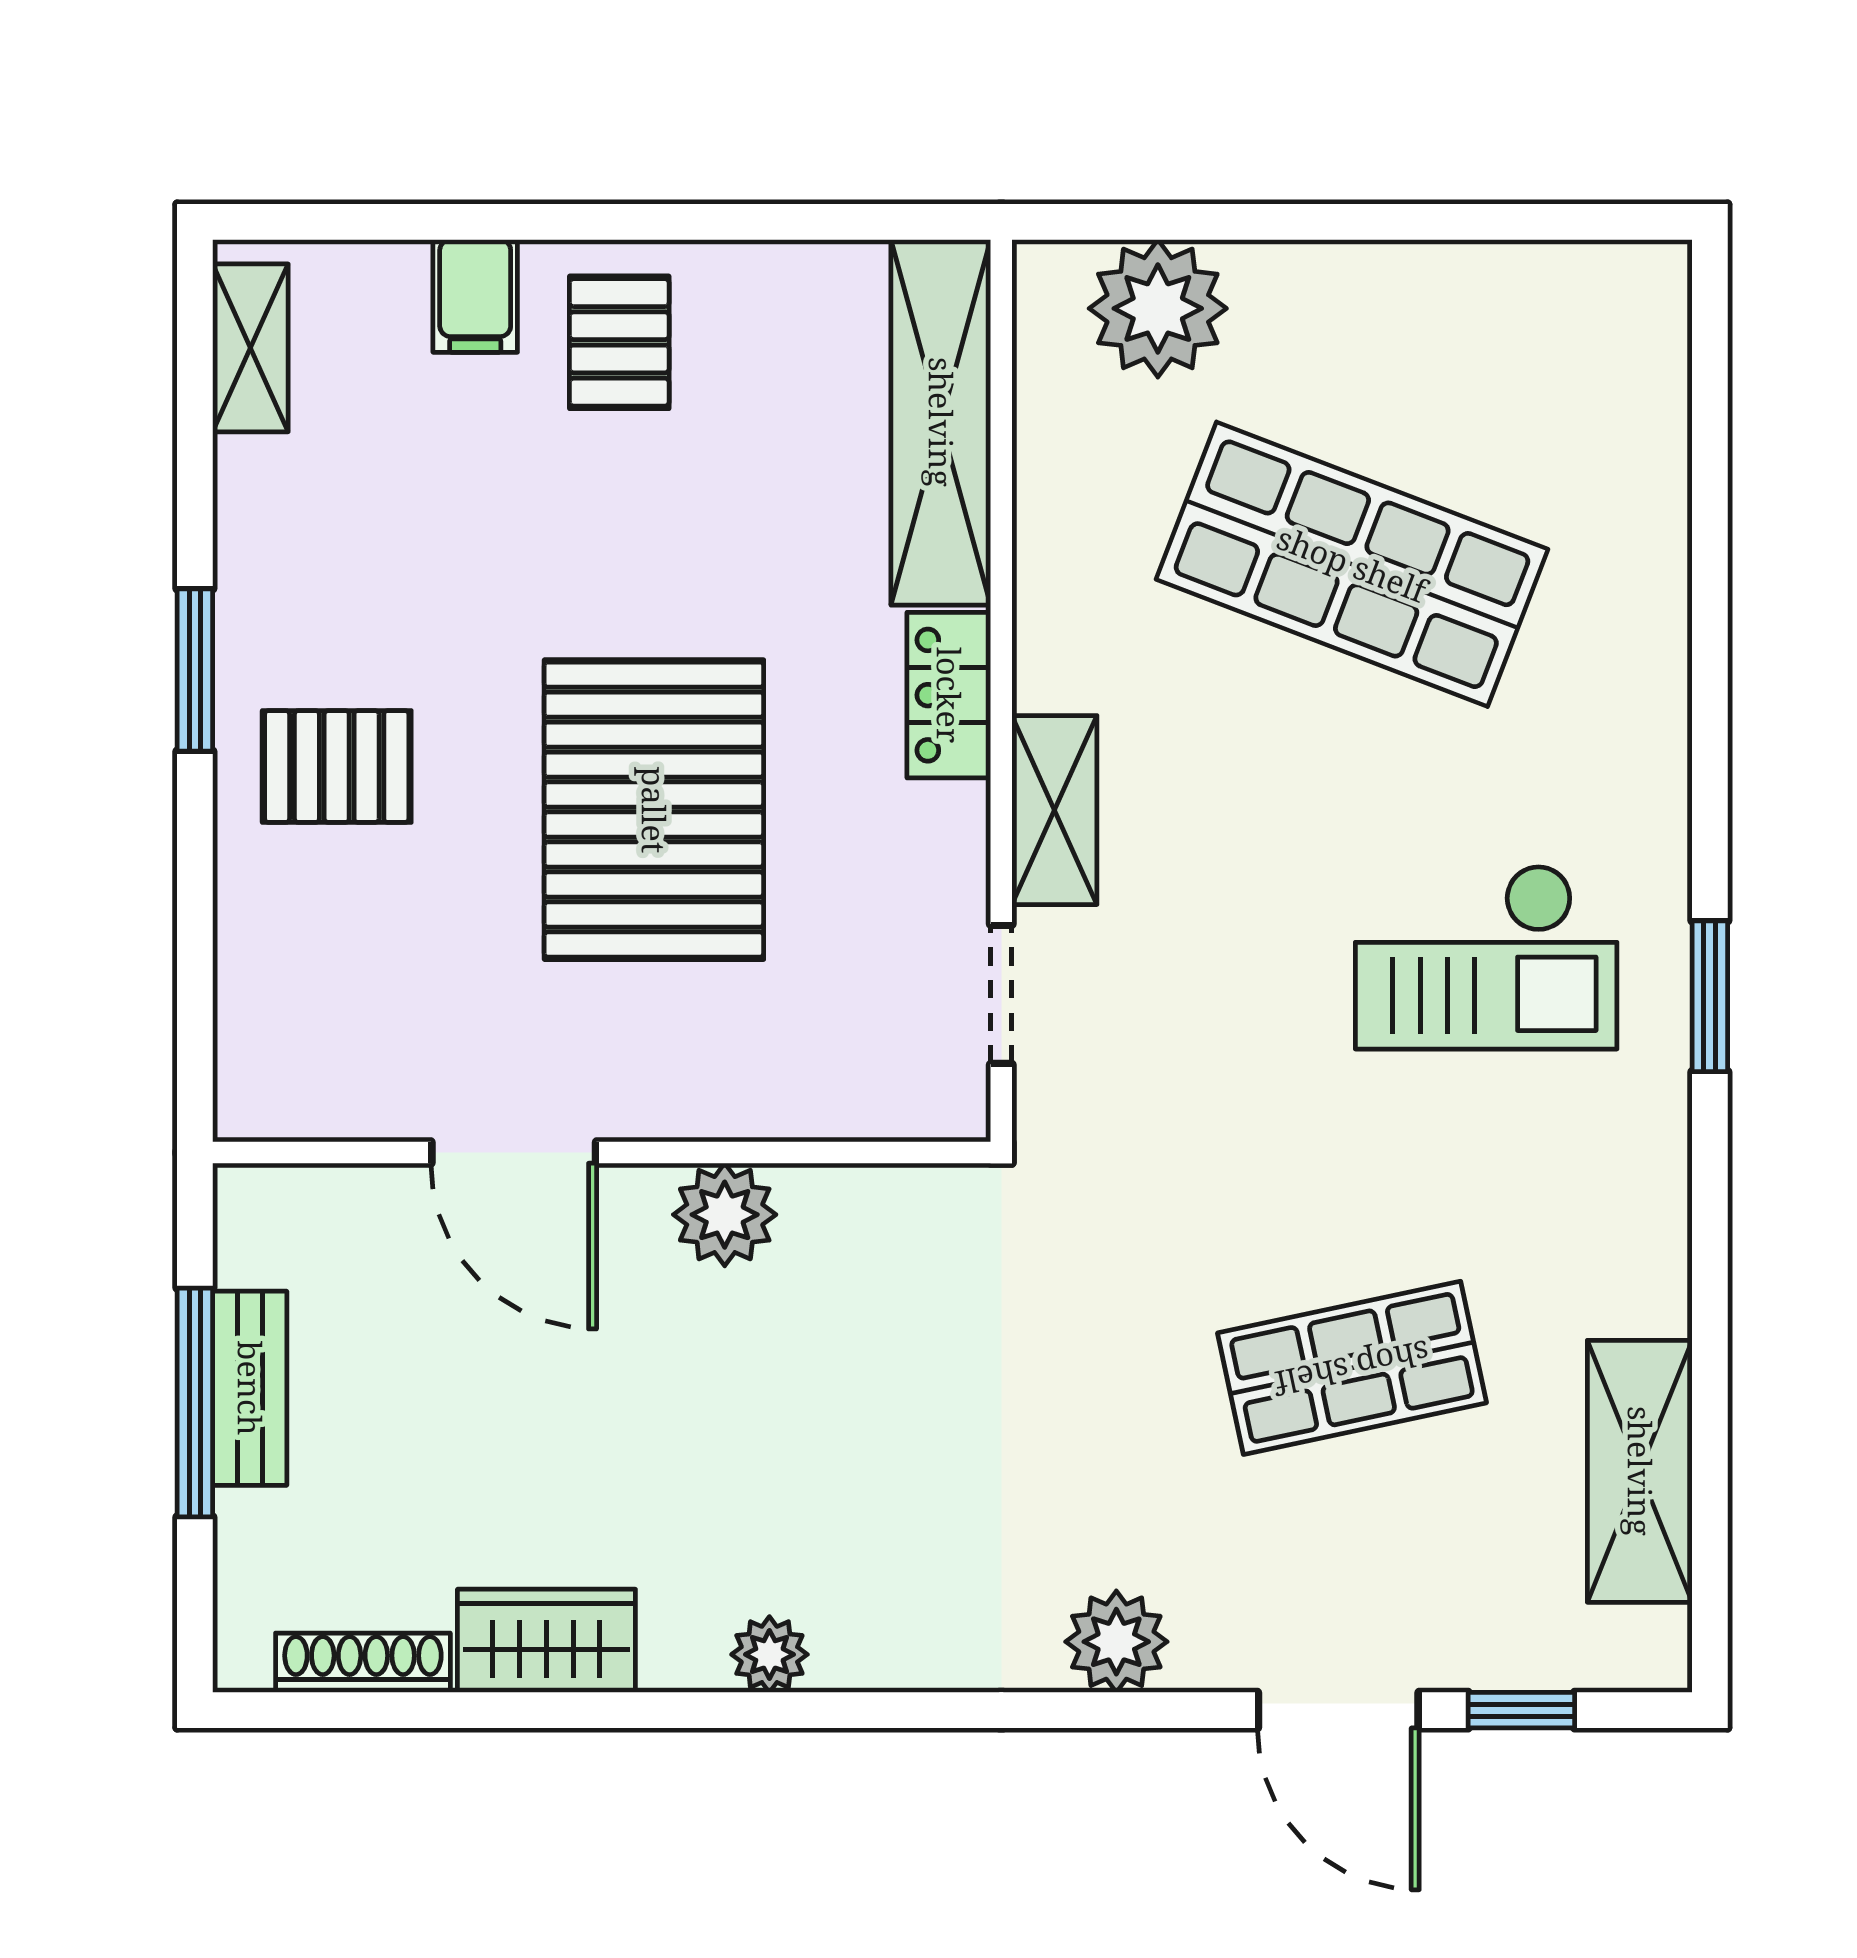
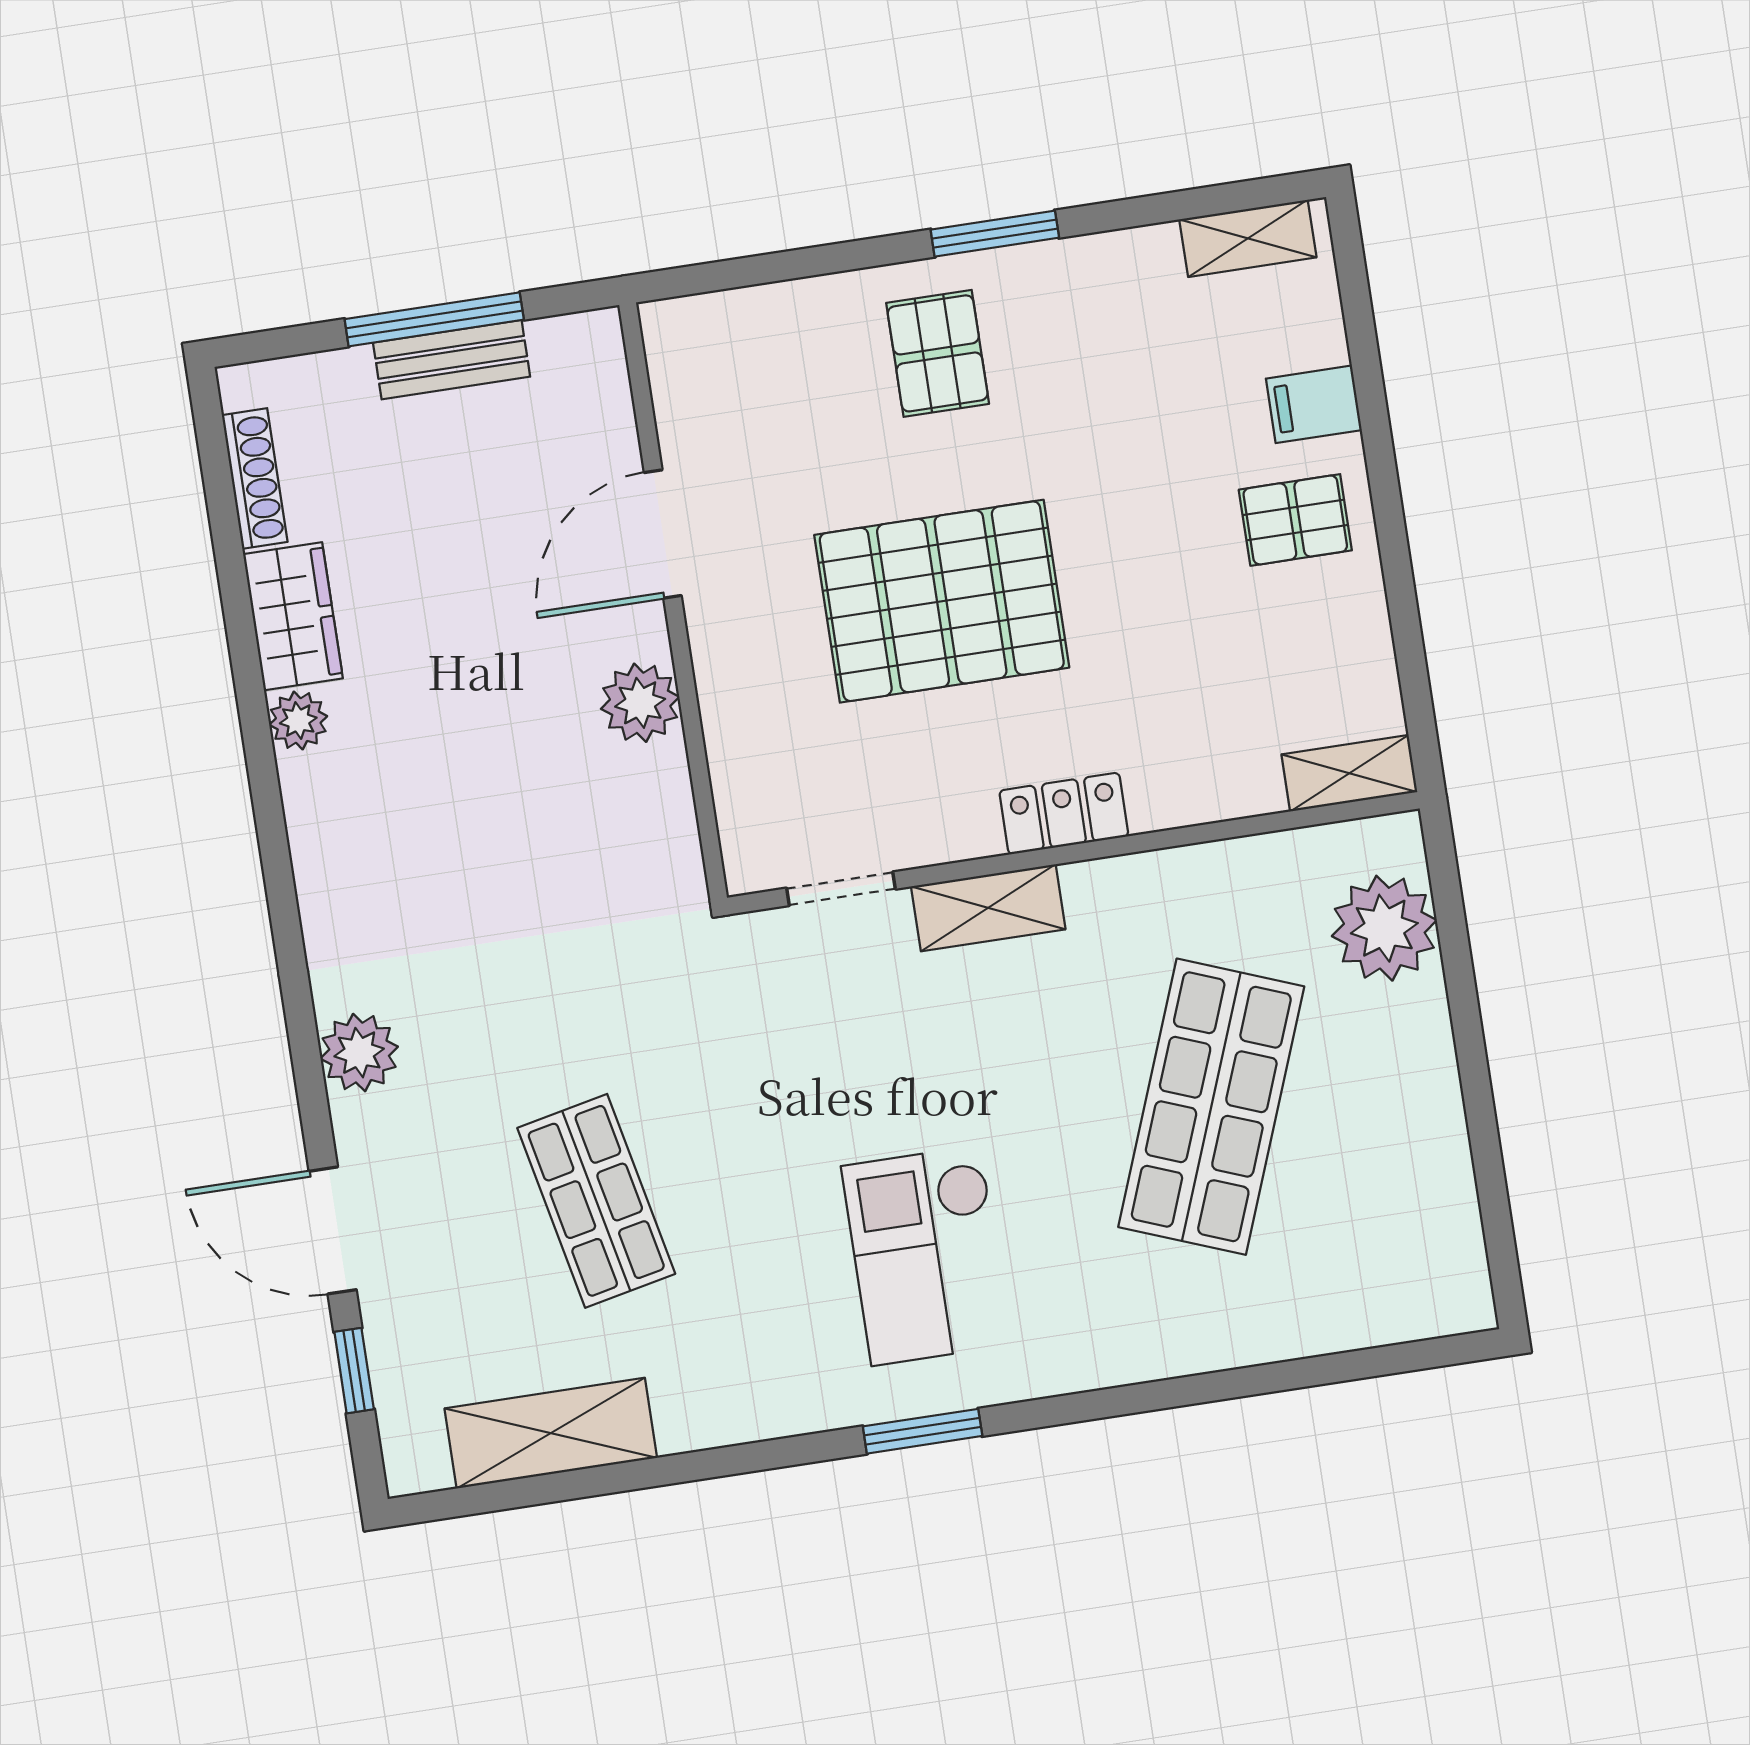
shelving: (941, 422) -> (1349, 773), width x0.45, depth x0.75
plant: (769, 1654) -> (298, 720), moved
door: (1338, 1710) -> (333, 1230), hinge flipped

